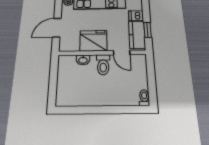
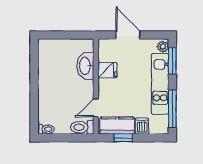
fridge: (93, 41) -> (108, 70), width x0.53, depth x0.75
washbasin: (83, 60) -> (85, 66), width x1.91, depth x1.45
toilet: (103, 65) -> (82, 127), moved

